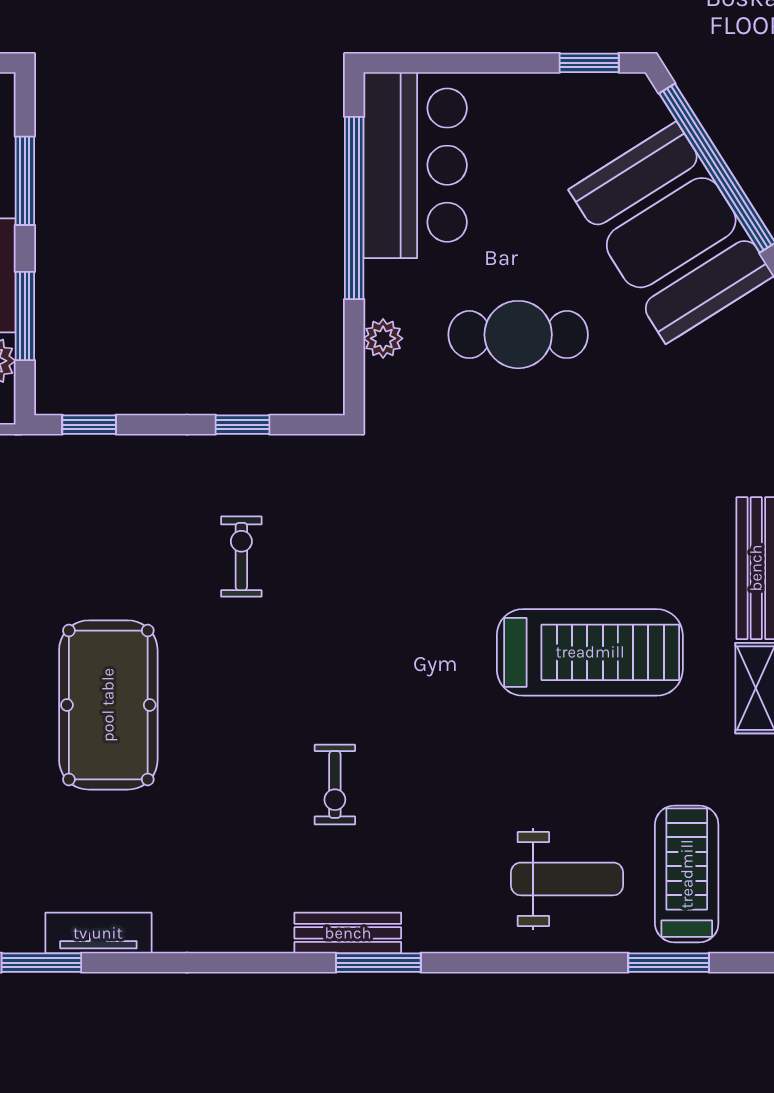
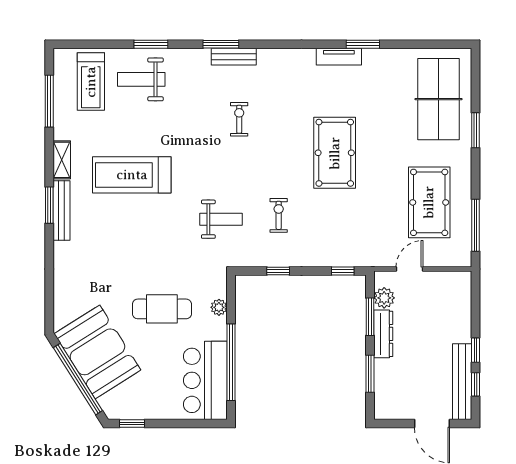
weight bench: (378, 547) -> (221, 219), added
exercise bike: (241, 557) -> (279, 215), turned 180
window: (669, 963) -> (151, 44), moved

